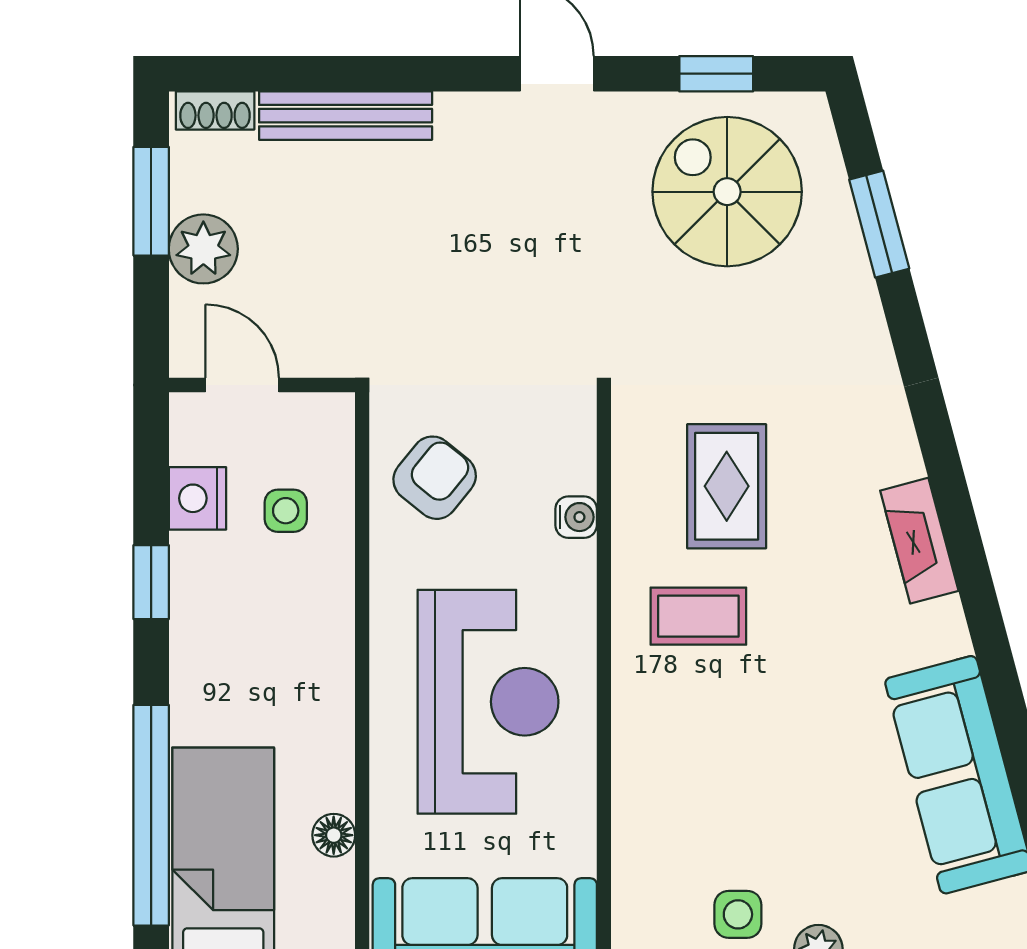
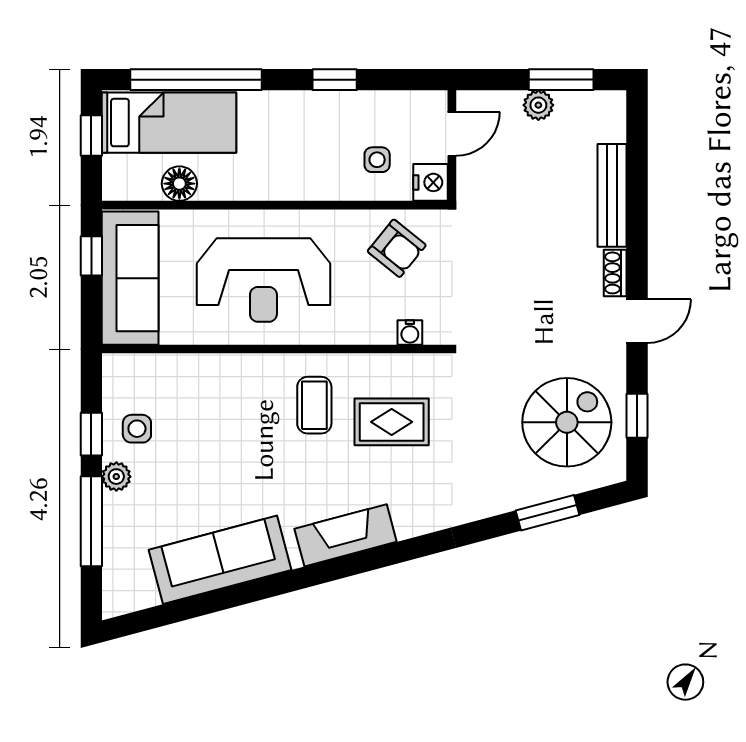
shoe rack: (215, 110) -> (615, 273), moved
plant: (203, 249) -> (538, 105), width x0.73, depth x0.73
nightstand: (197, 498) -> (431, 182), moved, turned 90
water cooler: (576, 517) -> (410, 332), moved
fireplace: (919, 541) -> (346, 535), width x1.37, depth x1.32
floor lamp: (334, 835) -> (179, 184), width x1.37, depth x1.37

